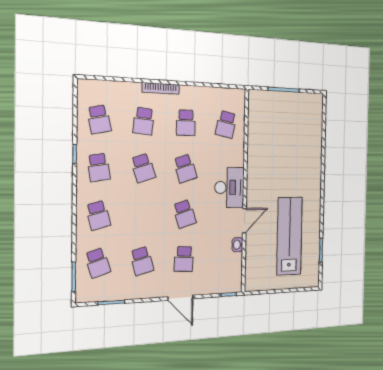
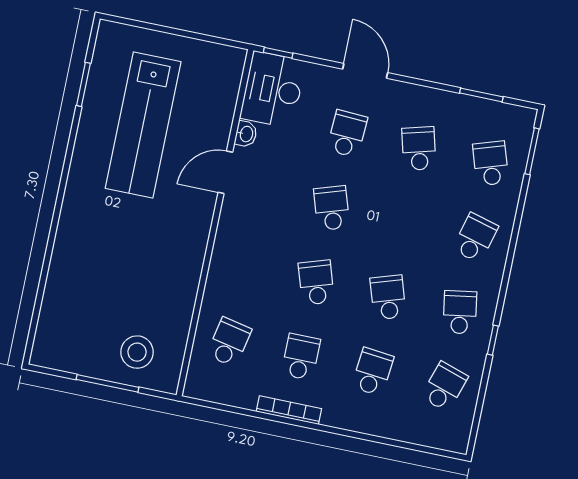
bookcase: (161, 88) -> (289, 410), moved
stool: (272, 110) -> (137, 352), added
school desk: (99, 119) -> (444, 387), turned 30
desk: (229, 187) -> (273, 90), moved
school desk: (98, 215) -> (475, 238), turned 30

